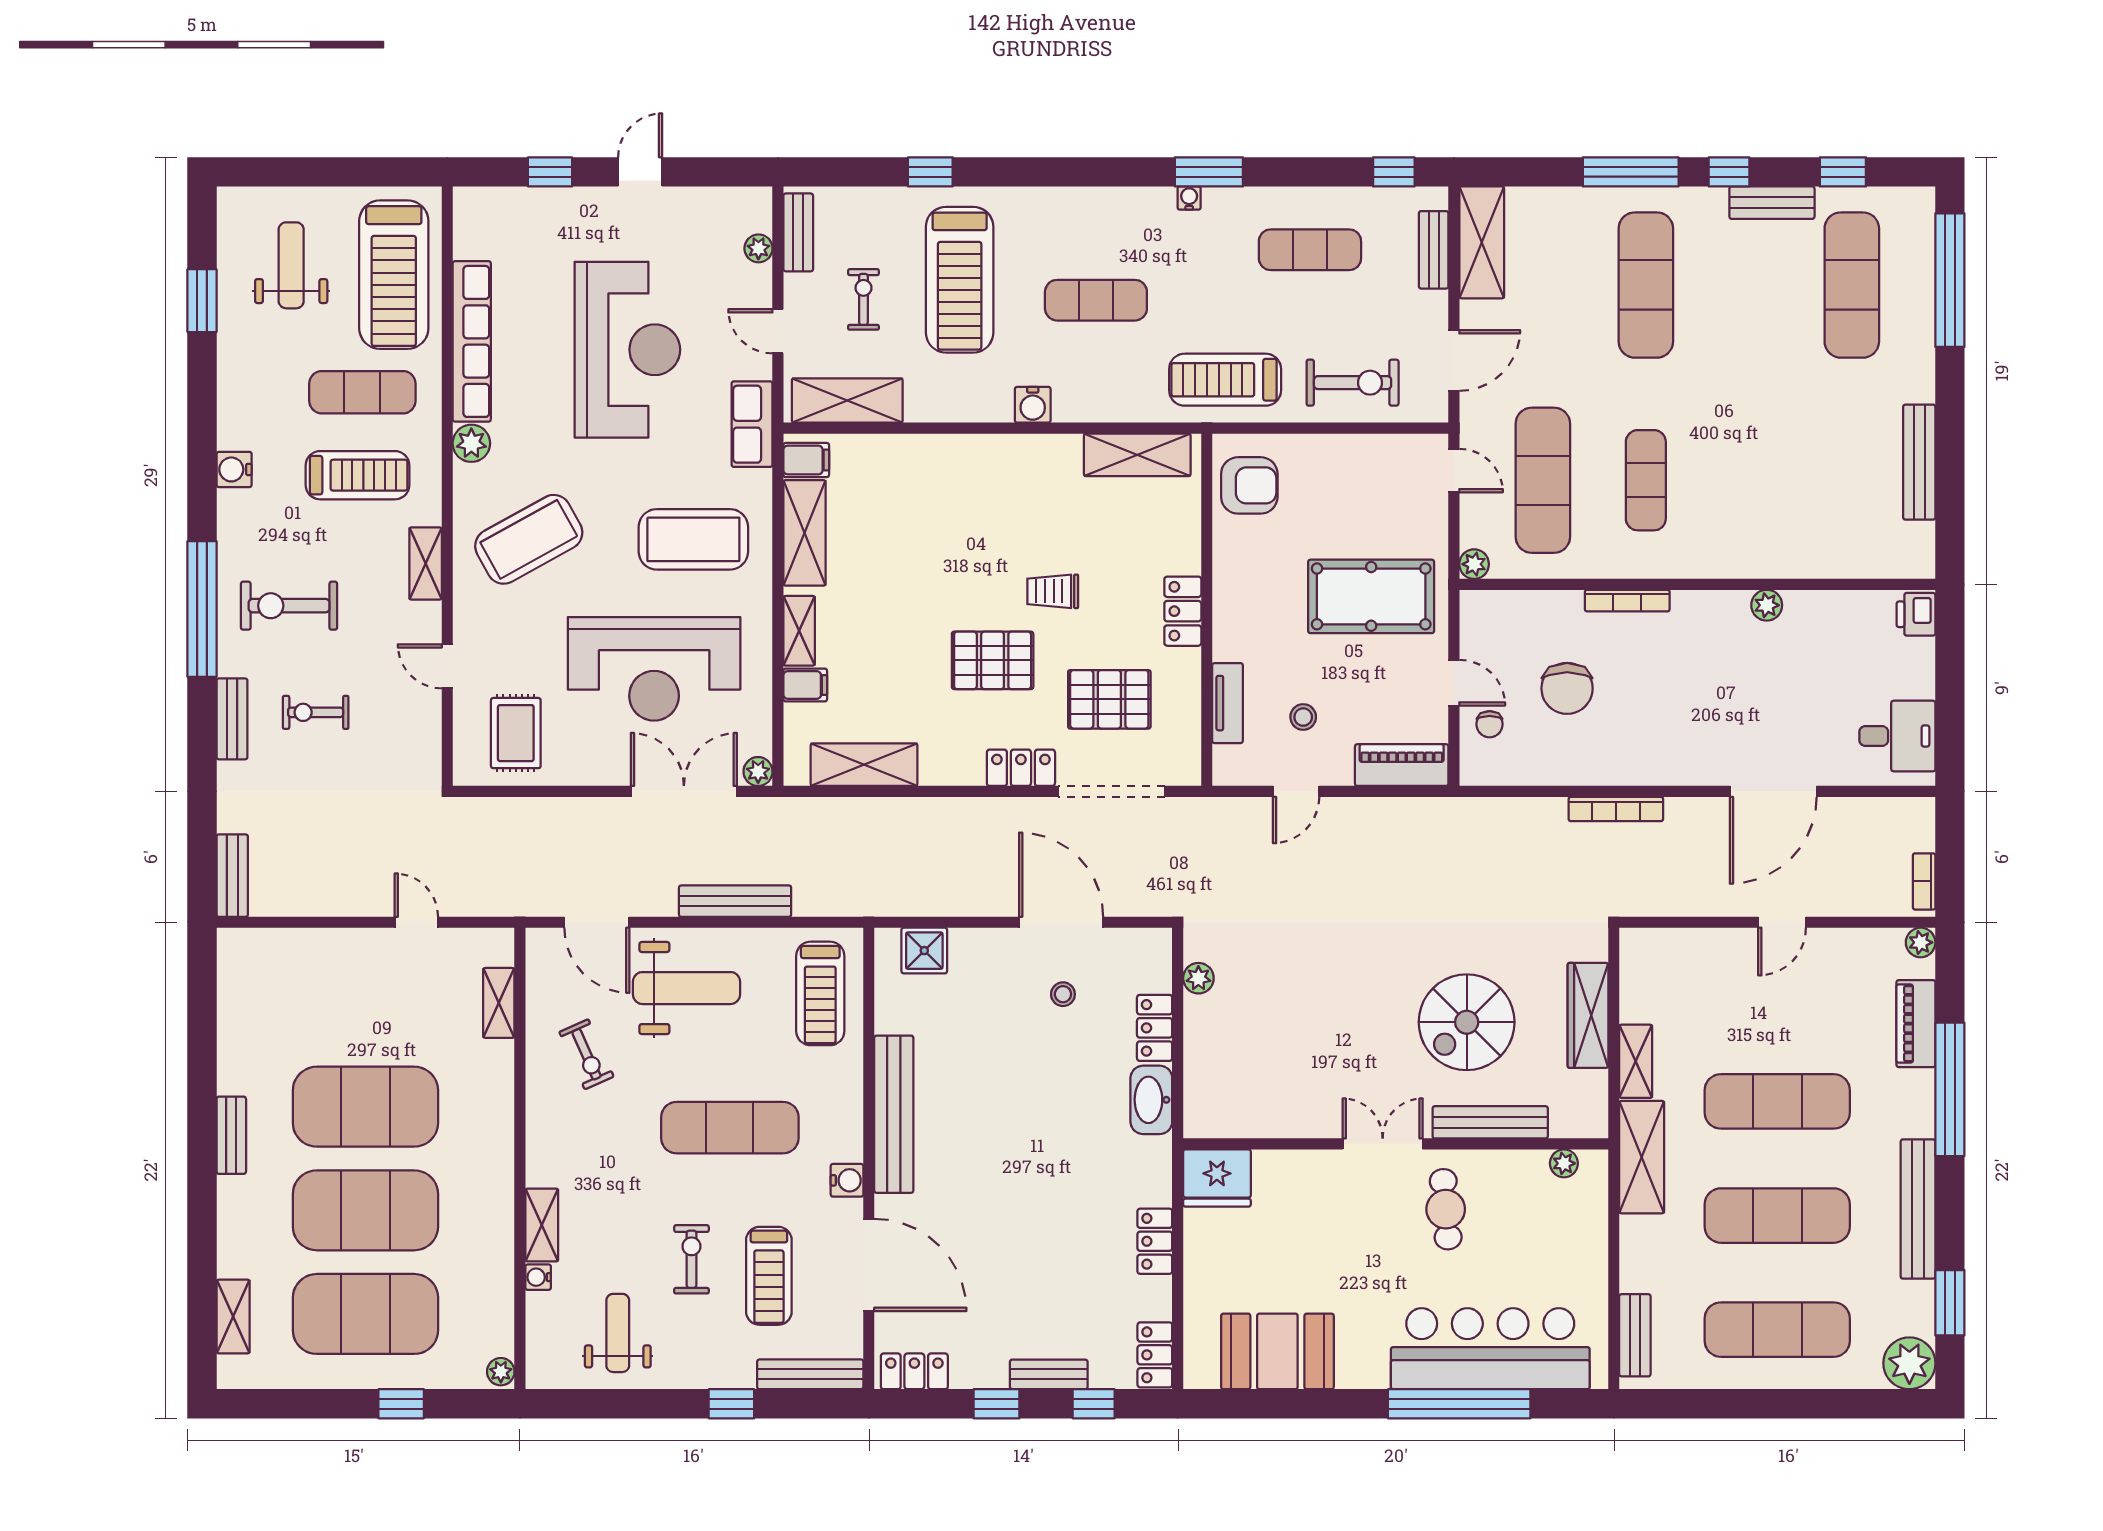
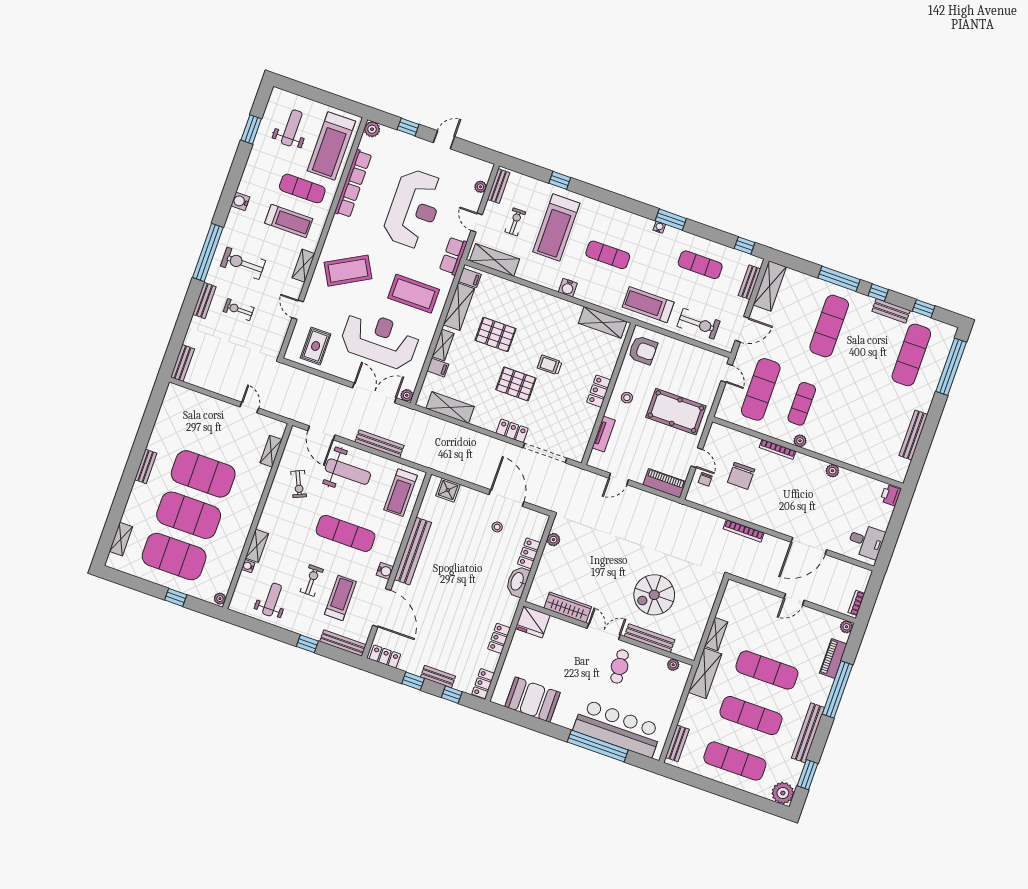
plant: (471, 443) -> (372, 129), moved
plant: (1474, 564) -> (800, 441), moved
reception desk: (654, 669) -> (380, 340), turned 180
pallet: (1109, 699) -> (496, 334), moved
stool: (1303, 717) -> (627, 398), moved
wardrobe: (1588, 1015) -> (568, 607), moved, turned 90
treadmill: (769, 1276) -> (340, 598), turned 180

